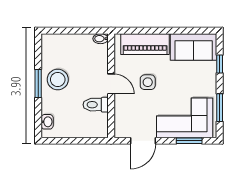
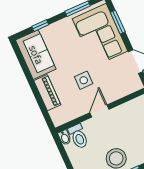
piano: (145, 44) -> (47, 93), width x0.73, depth x0.75
toilet: (96, 105) -> (78, 136), moved

